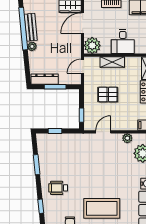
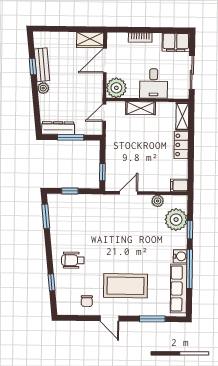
window: (23, 29) -> (33, 66), width x0.32
pallet: (108, 94) -> (135, 148), removed
window: (37, 165) -> (46, 216), moved

